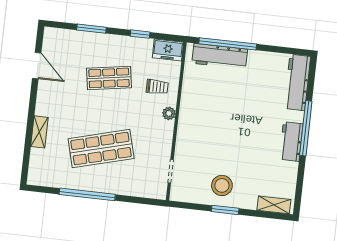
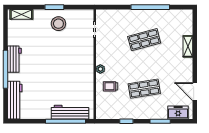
freezer: (168, 50) -> (178, 112), moved
shop shelf: (101, 149) -> (144, 40), width x0.70, depth x0.74

